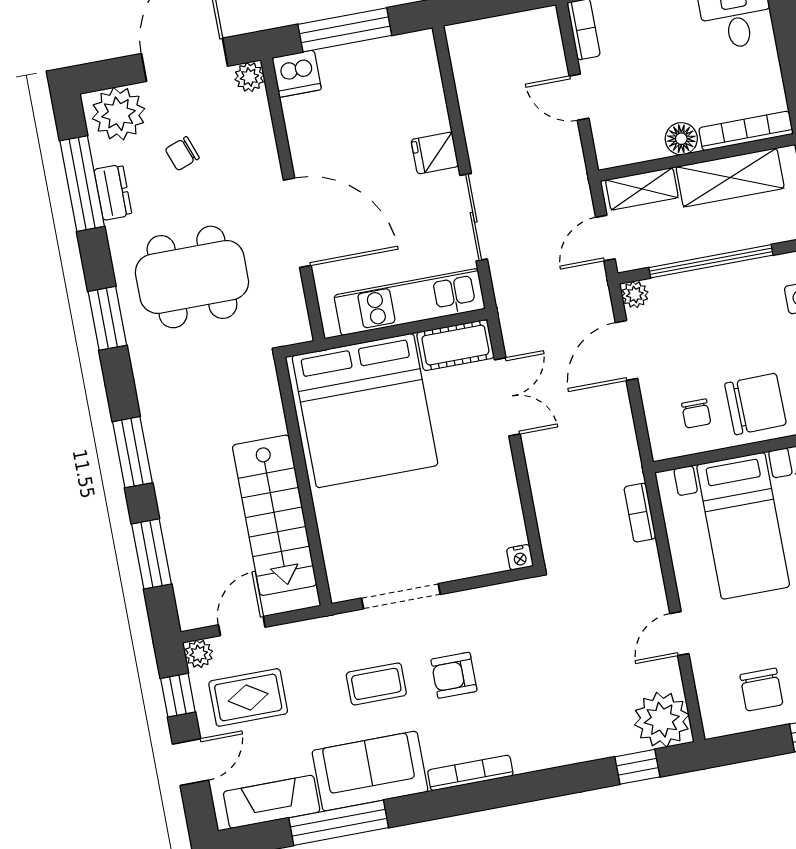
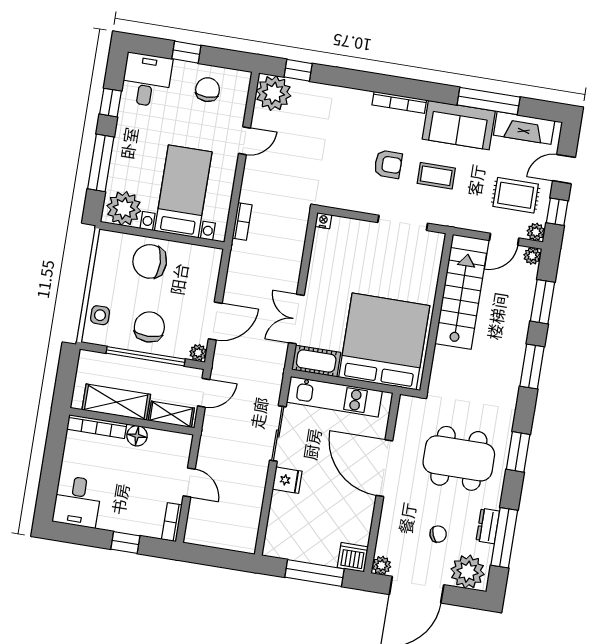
chair: (696, 413) -> (149, 327), moved, width x1.87, depth x1.87
plant: (191, 616) -> (532, 256), added

